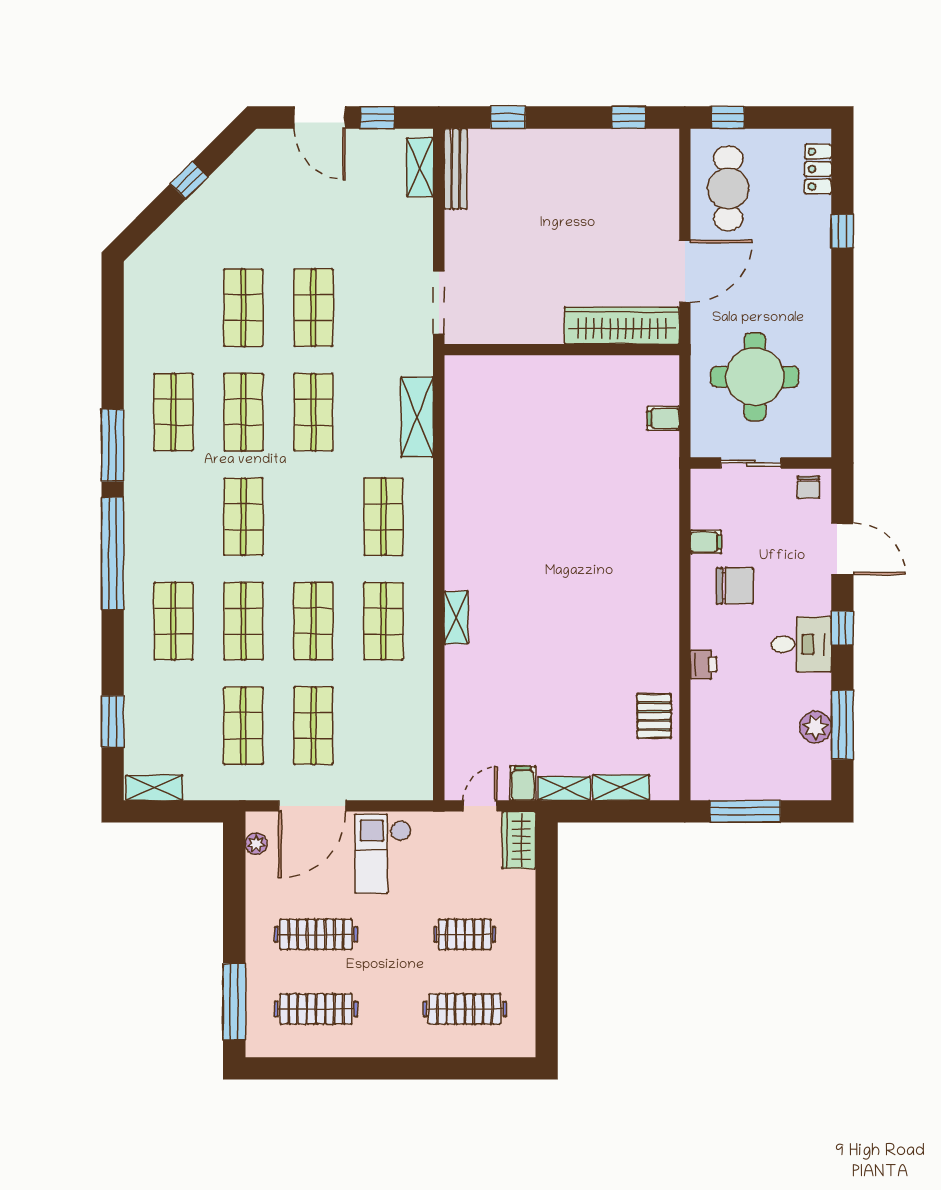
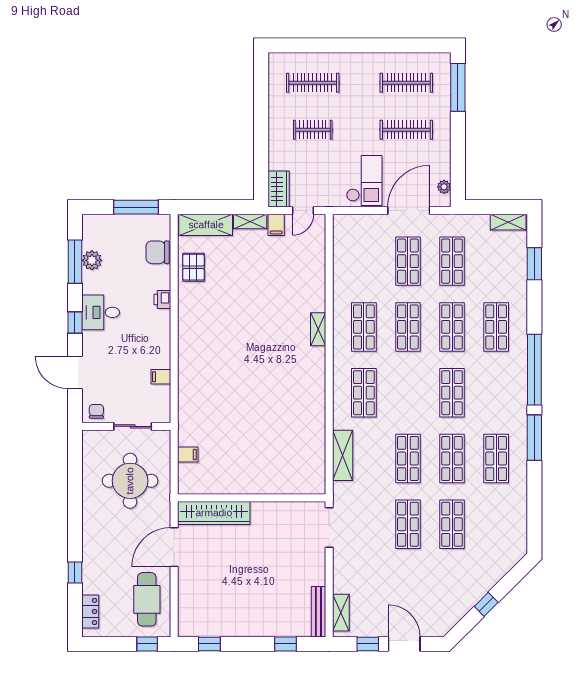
chair: (735, 586) -> (158, 252), moved
shelving: (621, 788) -> (206, 225), width x1.50, depth x1.33

